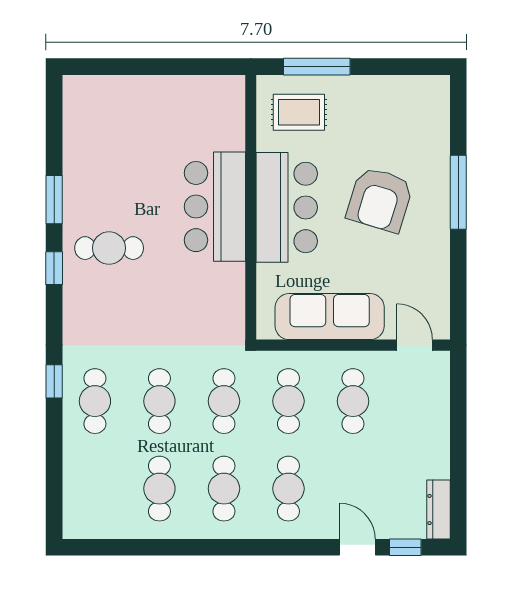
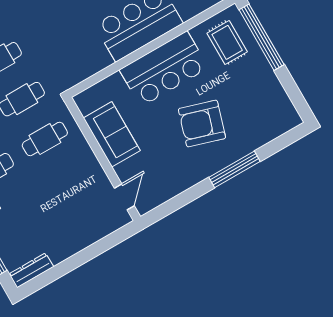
window: (317, 67) -> (262, 37), width x1.46
sofa: (330, 317) -> (112, 134), width x0.73
cafe table: (353, 401) -> (68, 179), removed

